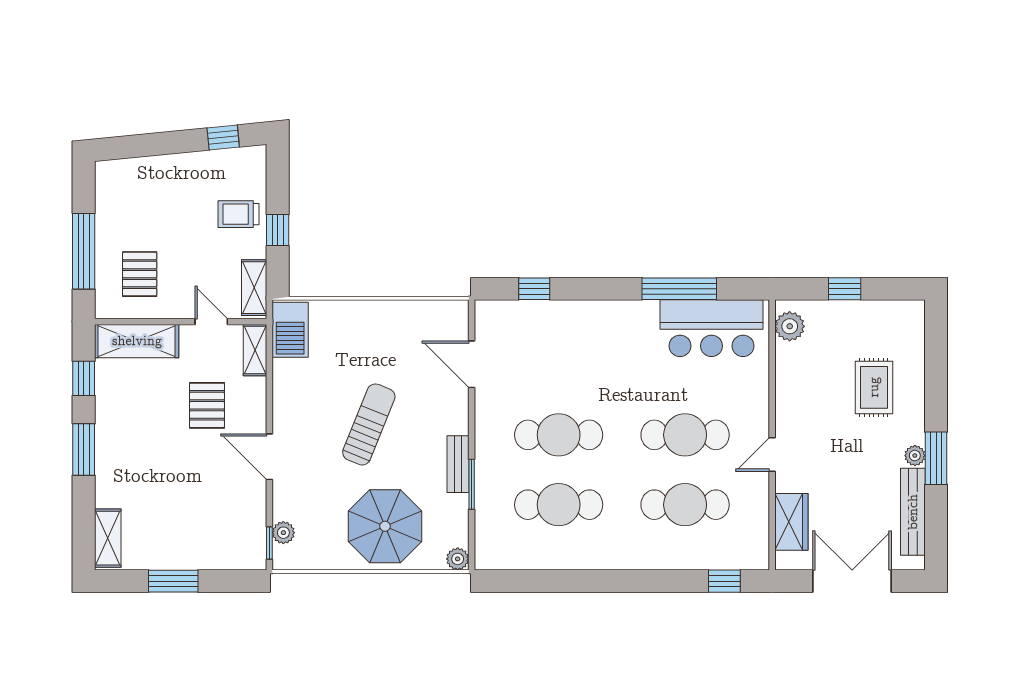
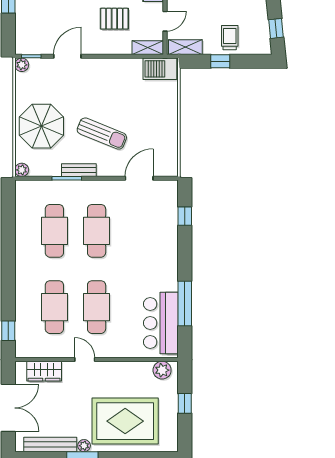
rug: (874, 387) -> (125, 421), width x1.86, depth x2.06
sun lounger: (369, 424) -> (102, 134), moved
door: (269, 457) -> (67, 56), moved
plant: (283, 533) -> (22, 65), moved

